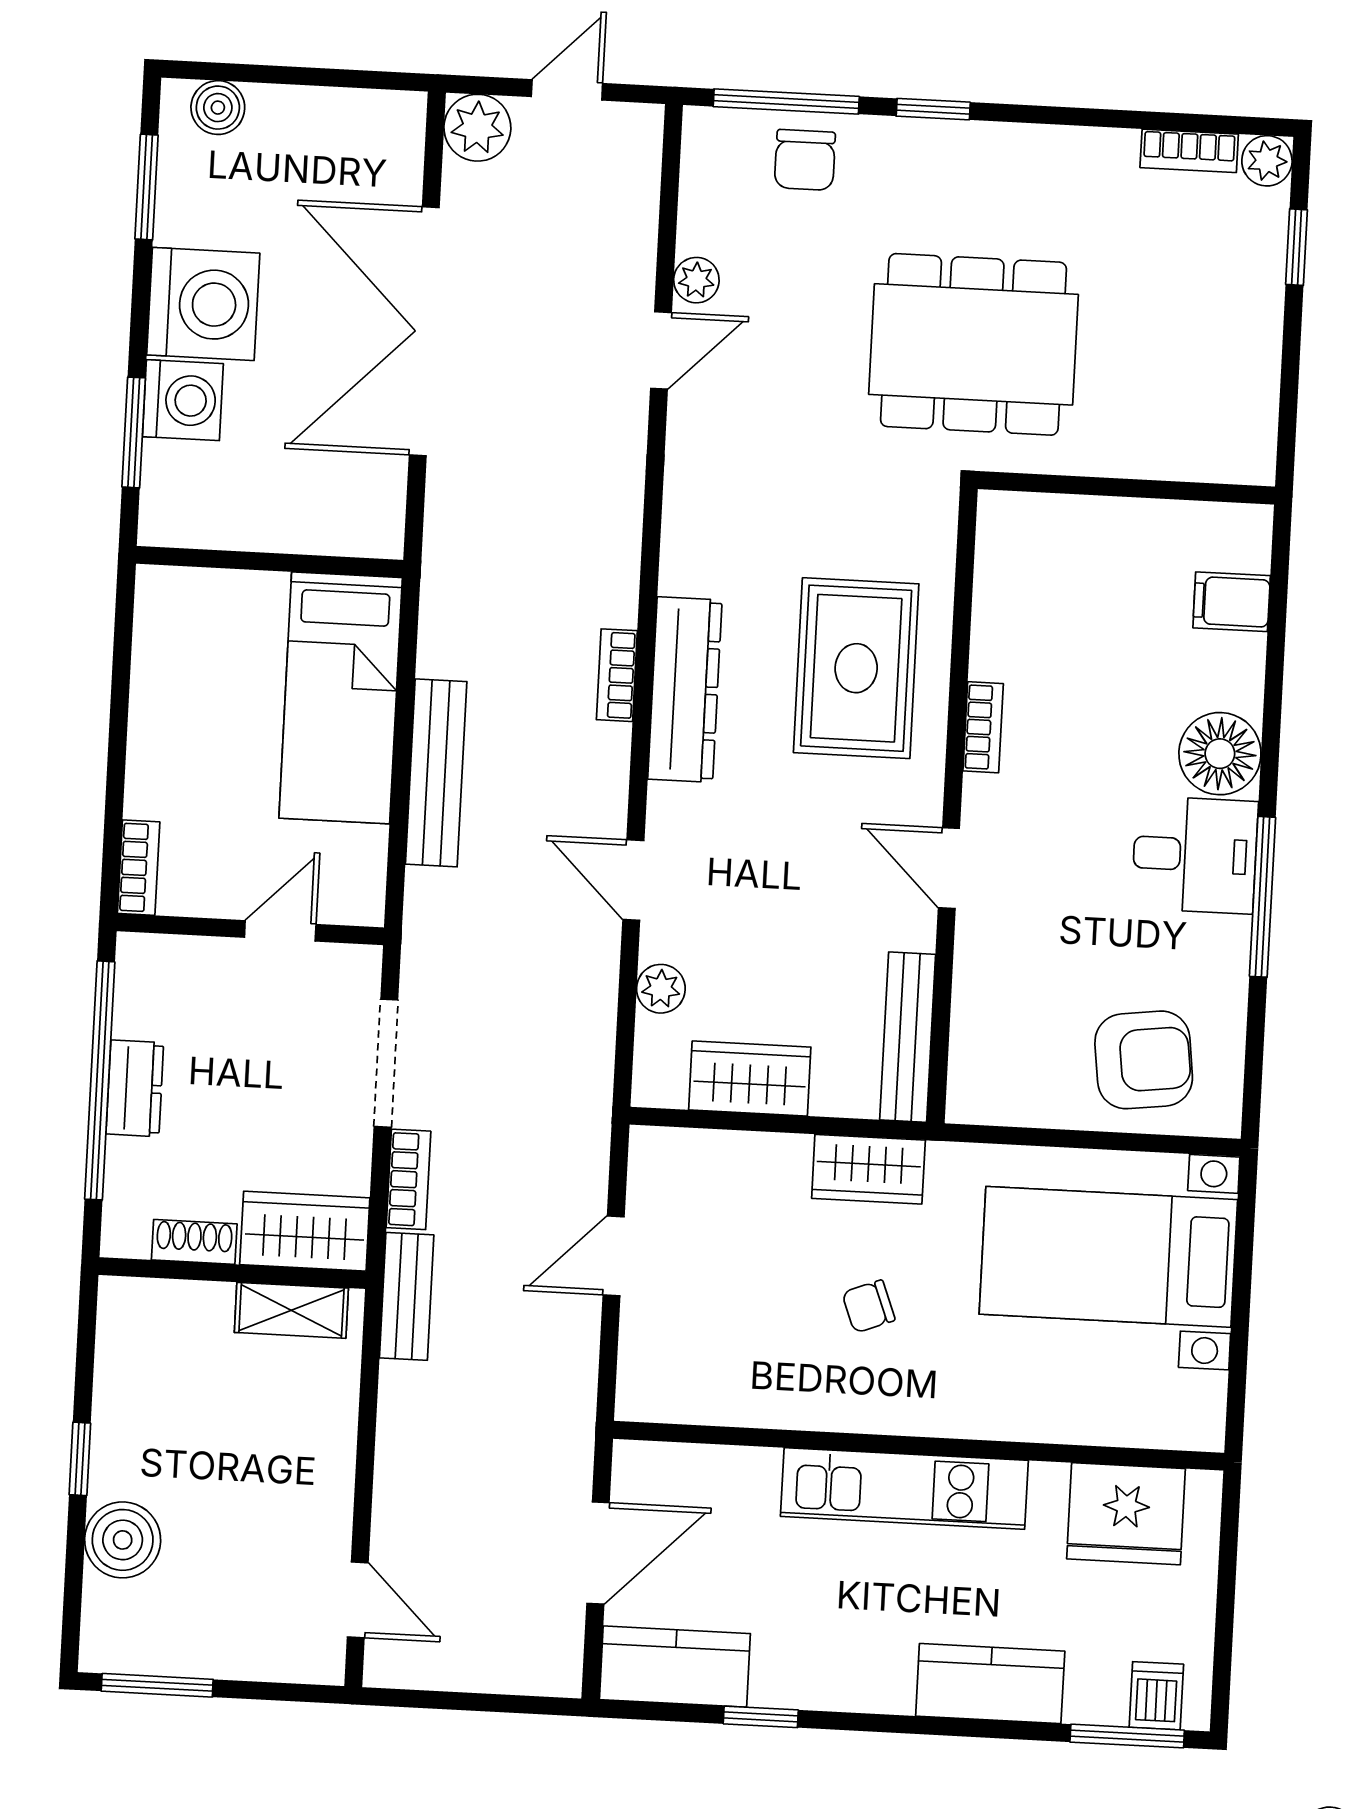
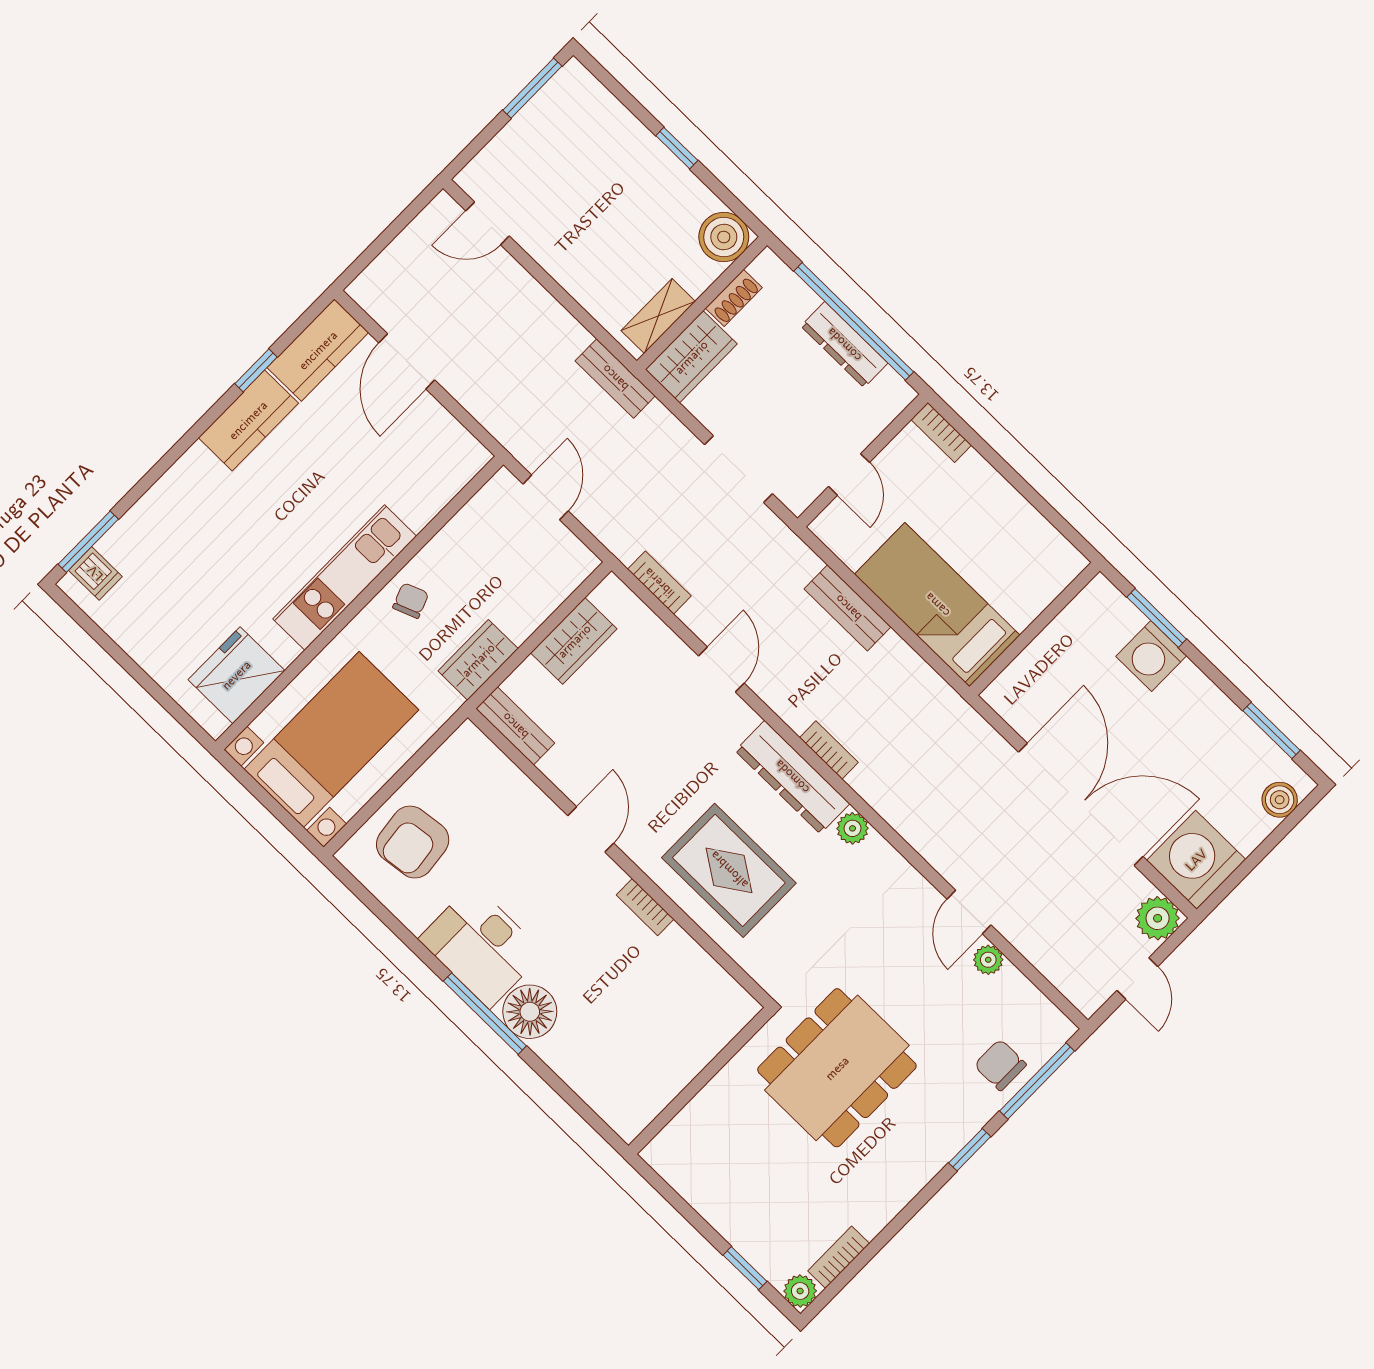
washing machine: (203, 304) -> (1196, 860), moved, turned 90
filing cabinet: (1232, 602) -> (599, 1083), removed
bench: (436, 773) -> (848, 608), width x0.73
desk: (1195, 855) -> (481, 946), width x1.37
door: (949, 868) -> (591, 829), hinge flipped
door: (633, 880) -> (721, 670), hinge flipped
window: (1262, 897) -> (485, 1014), moved
plant: (661, 989) -> (853, 828), moved
bench: (908, 1037) -> (515, 726), width x0.73
dresser: (135, 1088) -> (844, 345), width x1.44
bookcase: (409, 1179) -> (659, 583), moved, turned 180
wall: (919, 1446) -> (359, 603), moved
kitchen unit: (904, 1488) -> (345, 577), moved
fridge: (1126, 1514) -> (236, 675), moved
boiler: (123, 1540) -> (724, 237), moved
kitchen counter: (990, 1684) -> (248, 420), moved

